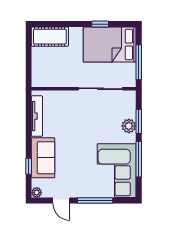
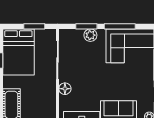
window: (139, 62) -> (34, 26), width x0.69
floor lamp: (68, 97) -> (65, 89), added

